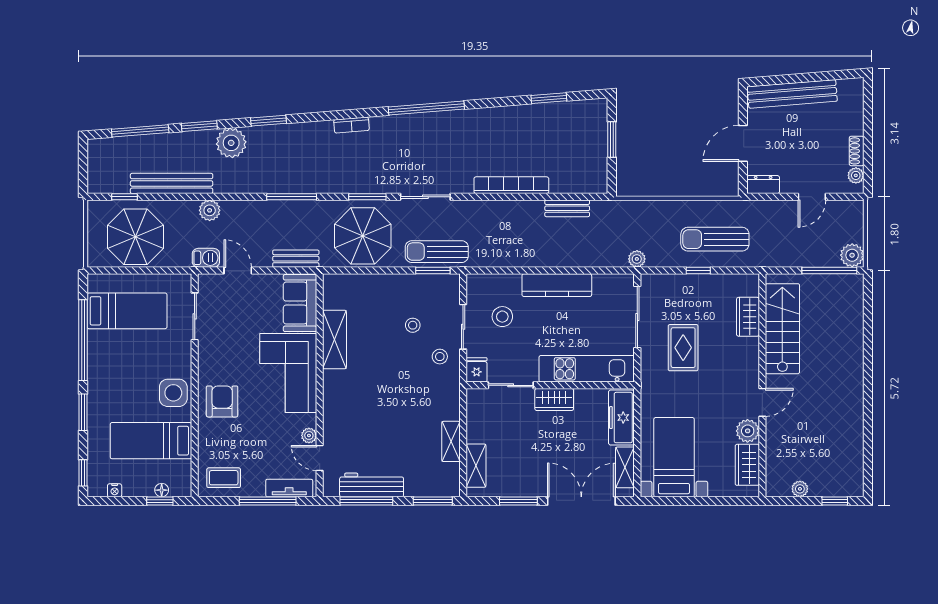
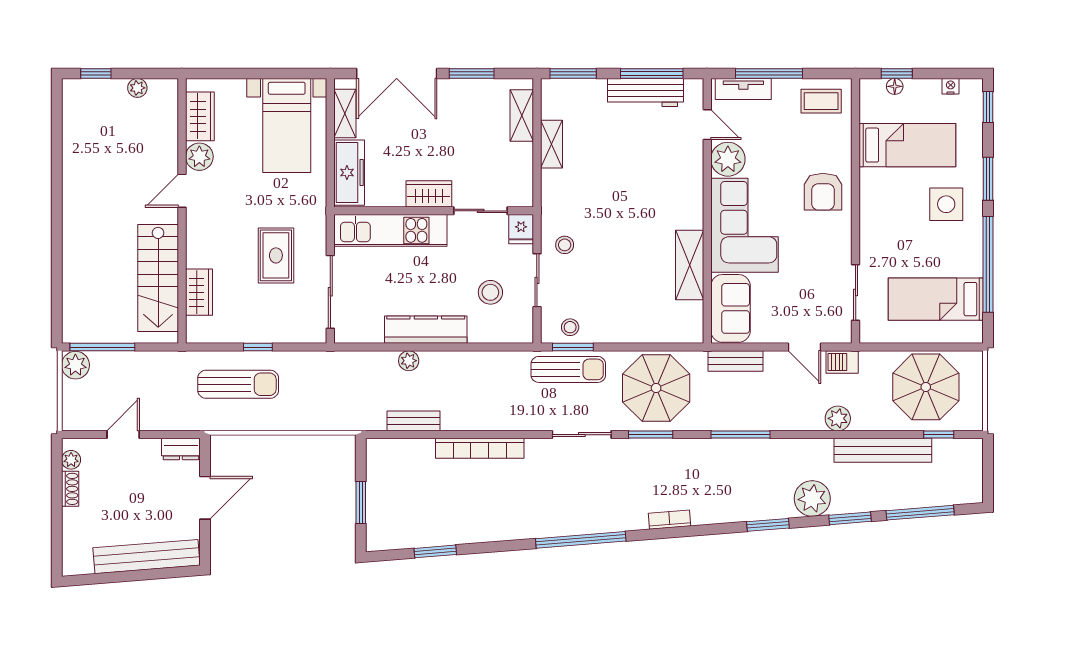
plant: (637, 259) -> (409, 361), moved
stool: (413, 325) -> (570, 327), moved
side table: (173, 393) -> (946, 204), moved
plant: (309, 435) -> (728, 159), width x1.88, depth x1.88

